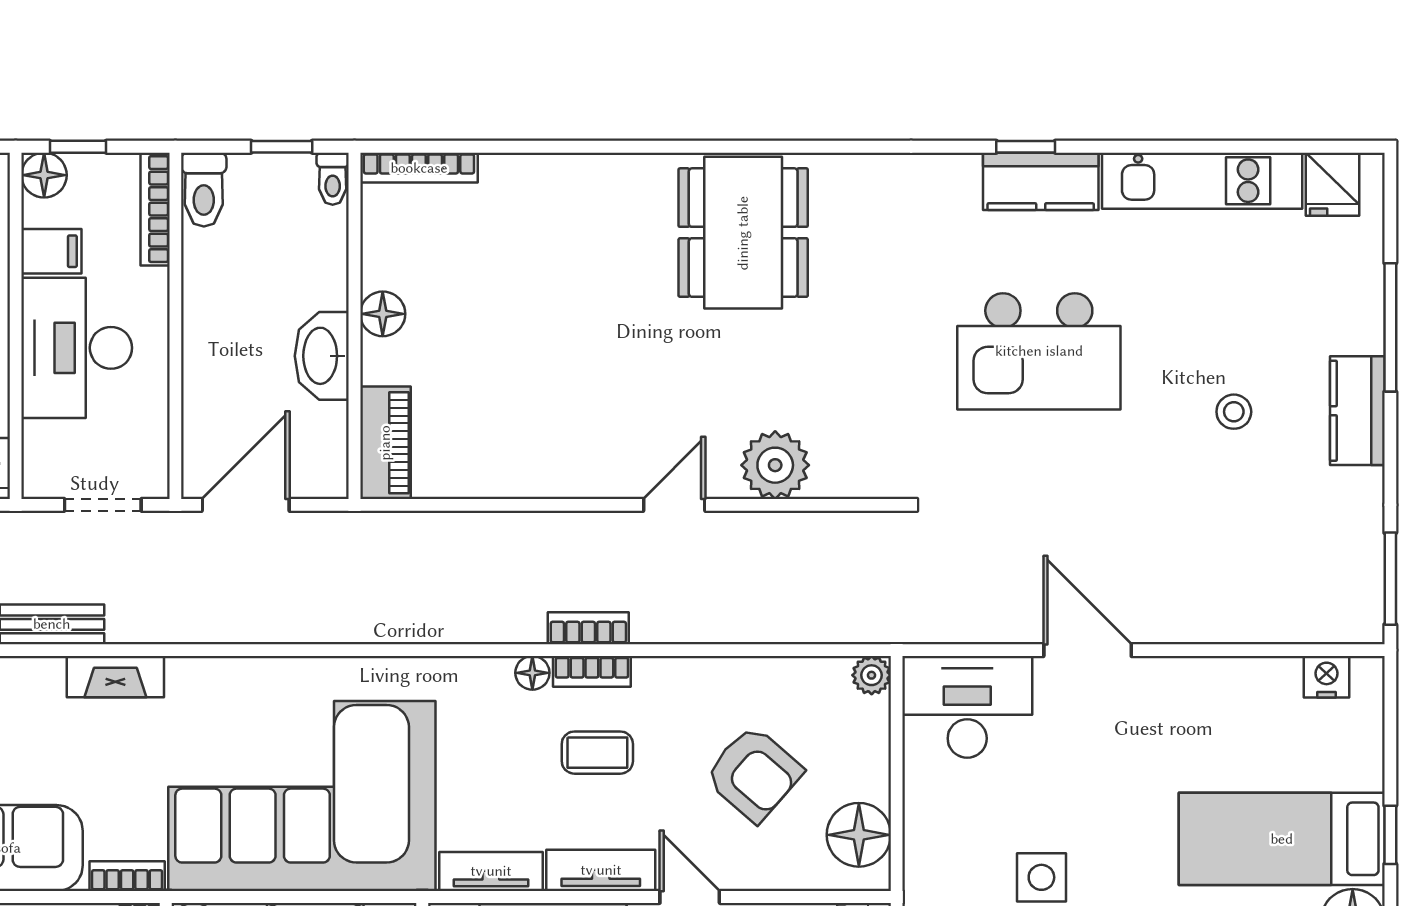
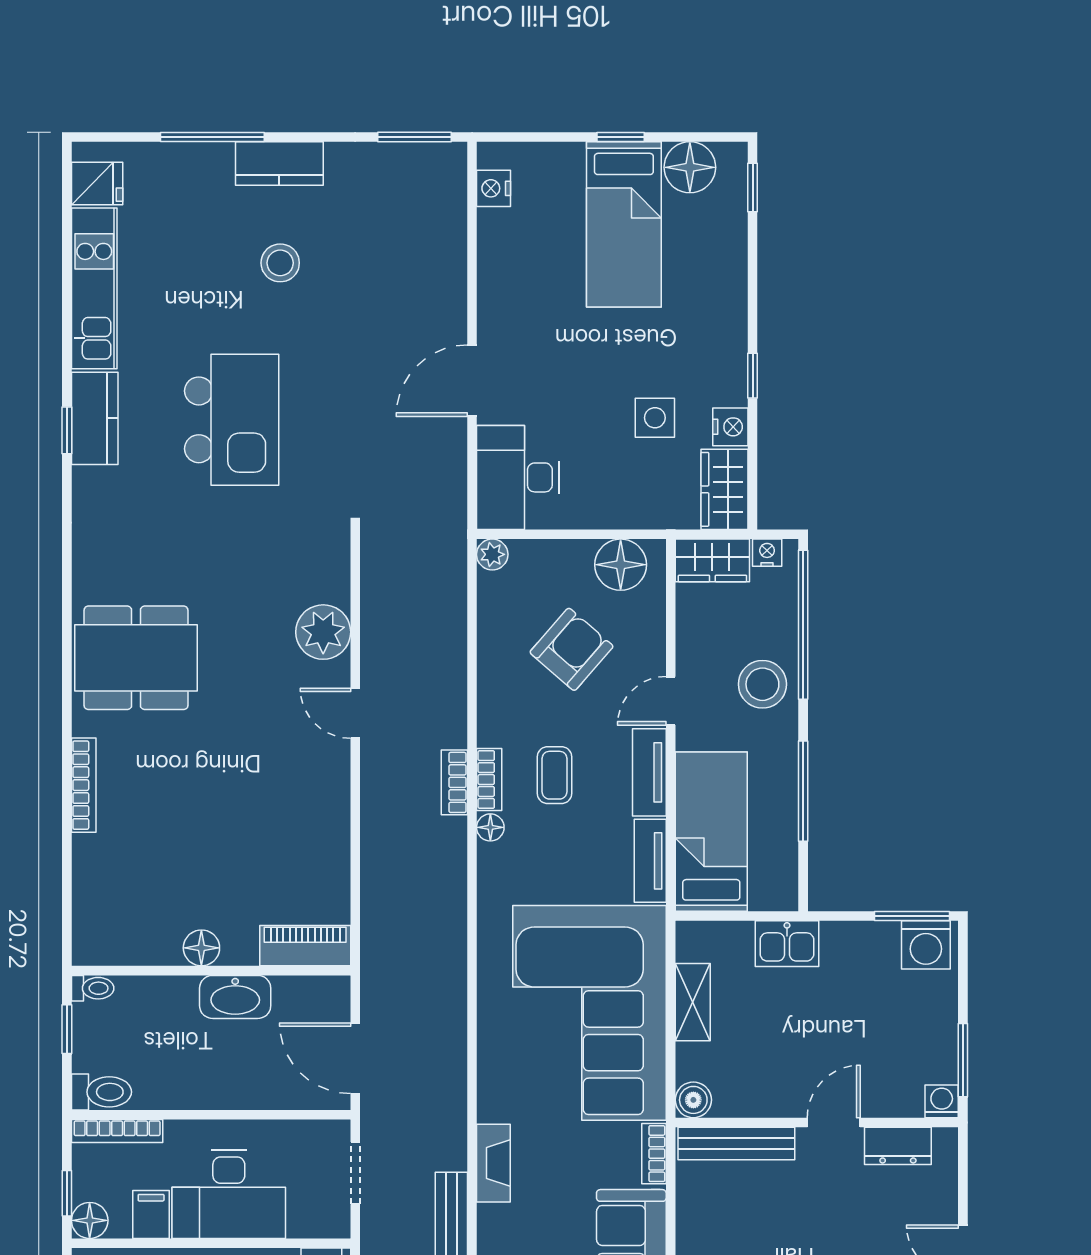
bookcase: (419, 168) -> (84, 785), moved
stool: (1234, 412) -> (280, 263), width x1.37, depth x1.37

